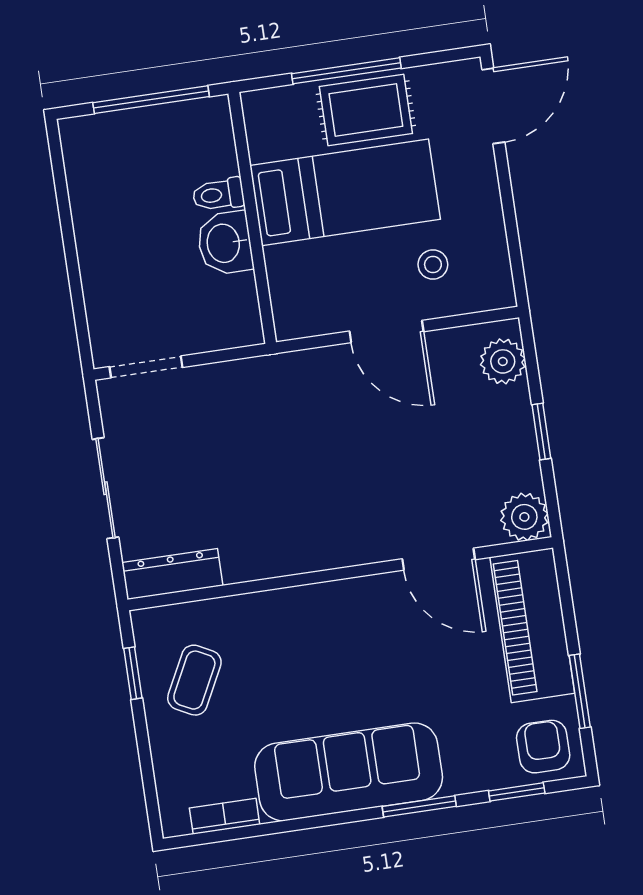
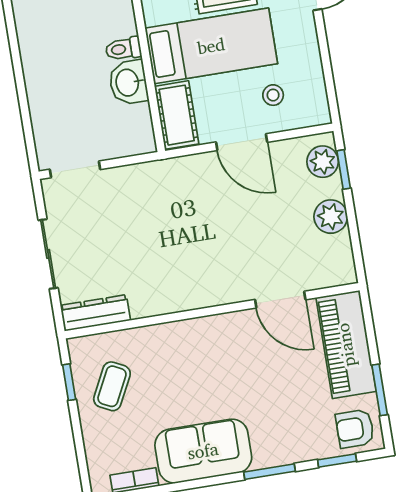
cot: (294, 291) -> (177, 115), added
window: (541, 432) -> (344, 169), moved
plant: (524, 517) -> (331, 217), moved
armchair: (543, 747) -> (355, 429), turned -90
sofa: (349, 772) -> (203, 451), width x0.73

